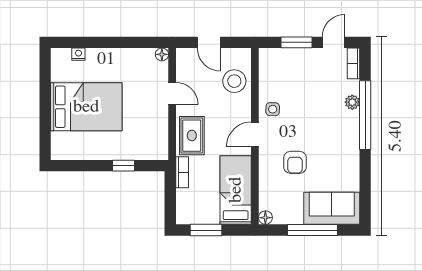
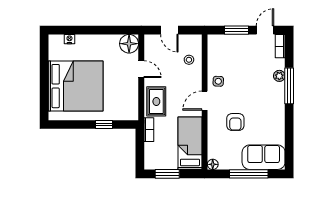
floor lamp: (162, 54) -> (129, 44), width x1.89, depth x1.89
stool: (234, 81) -> (189, 60), width x0.53, depth x0.53
bed: (86, 107) -> (76, 86), width x1.36
window: (365, 115) -> (289, 86), width x0.68

